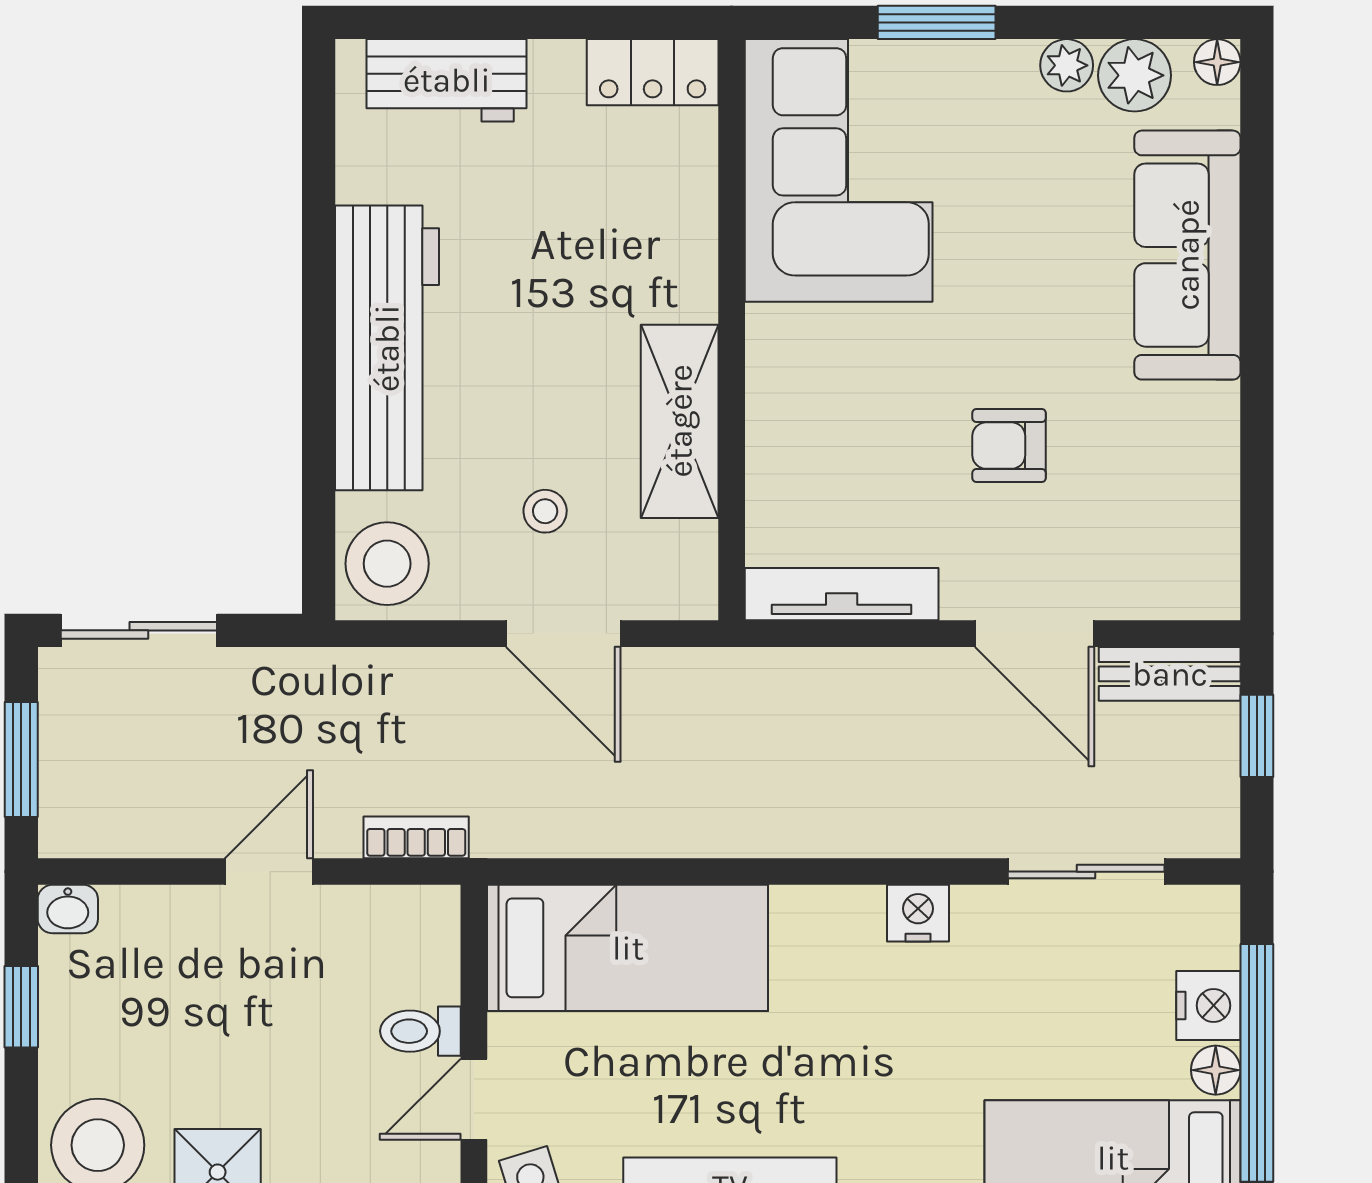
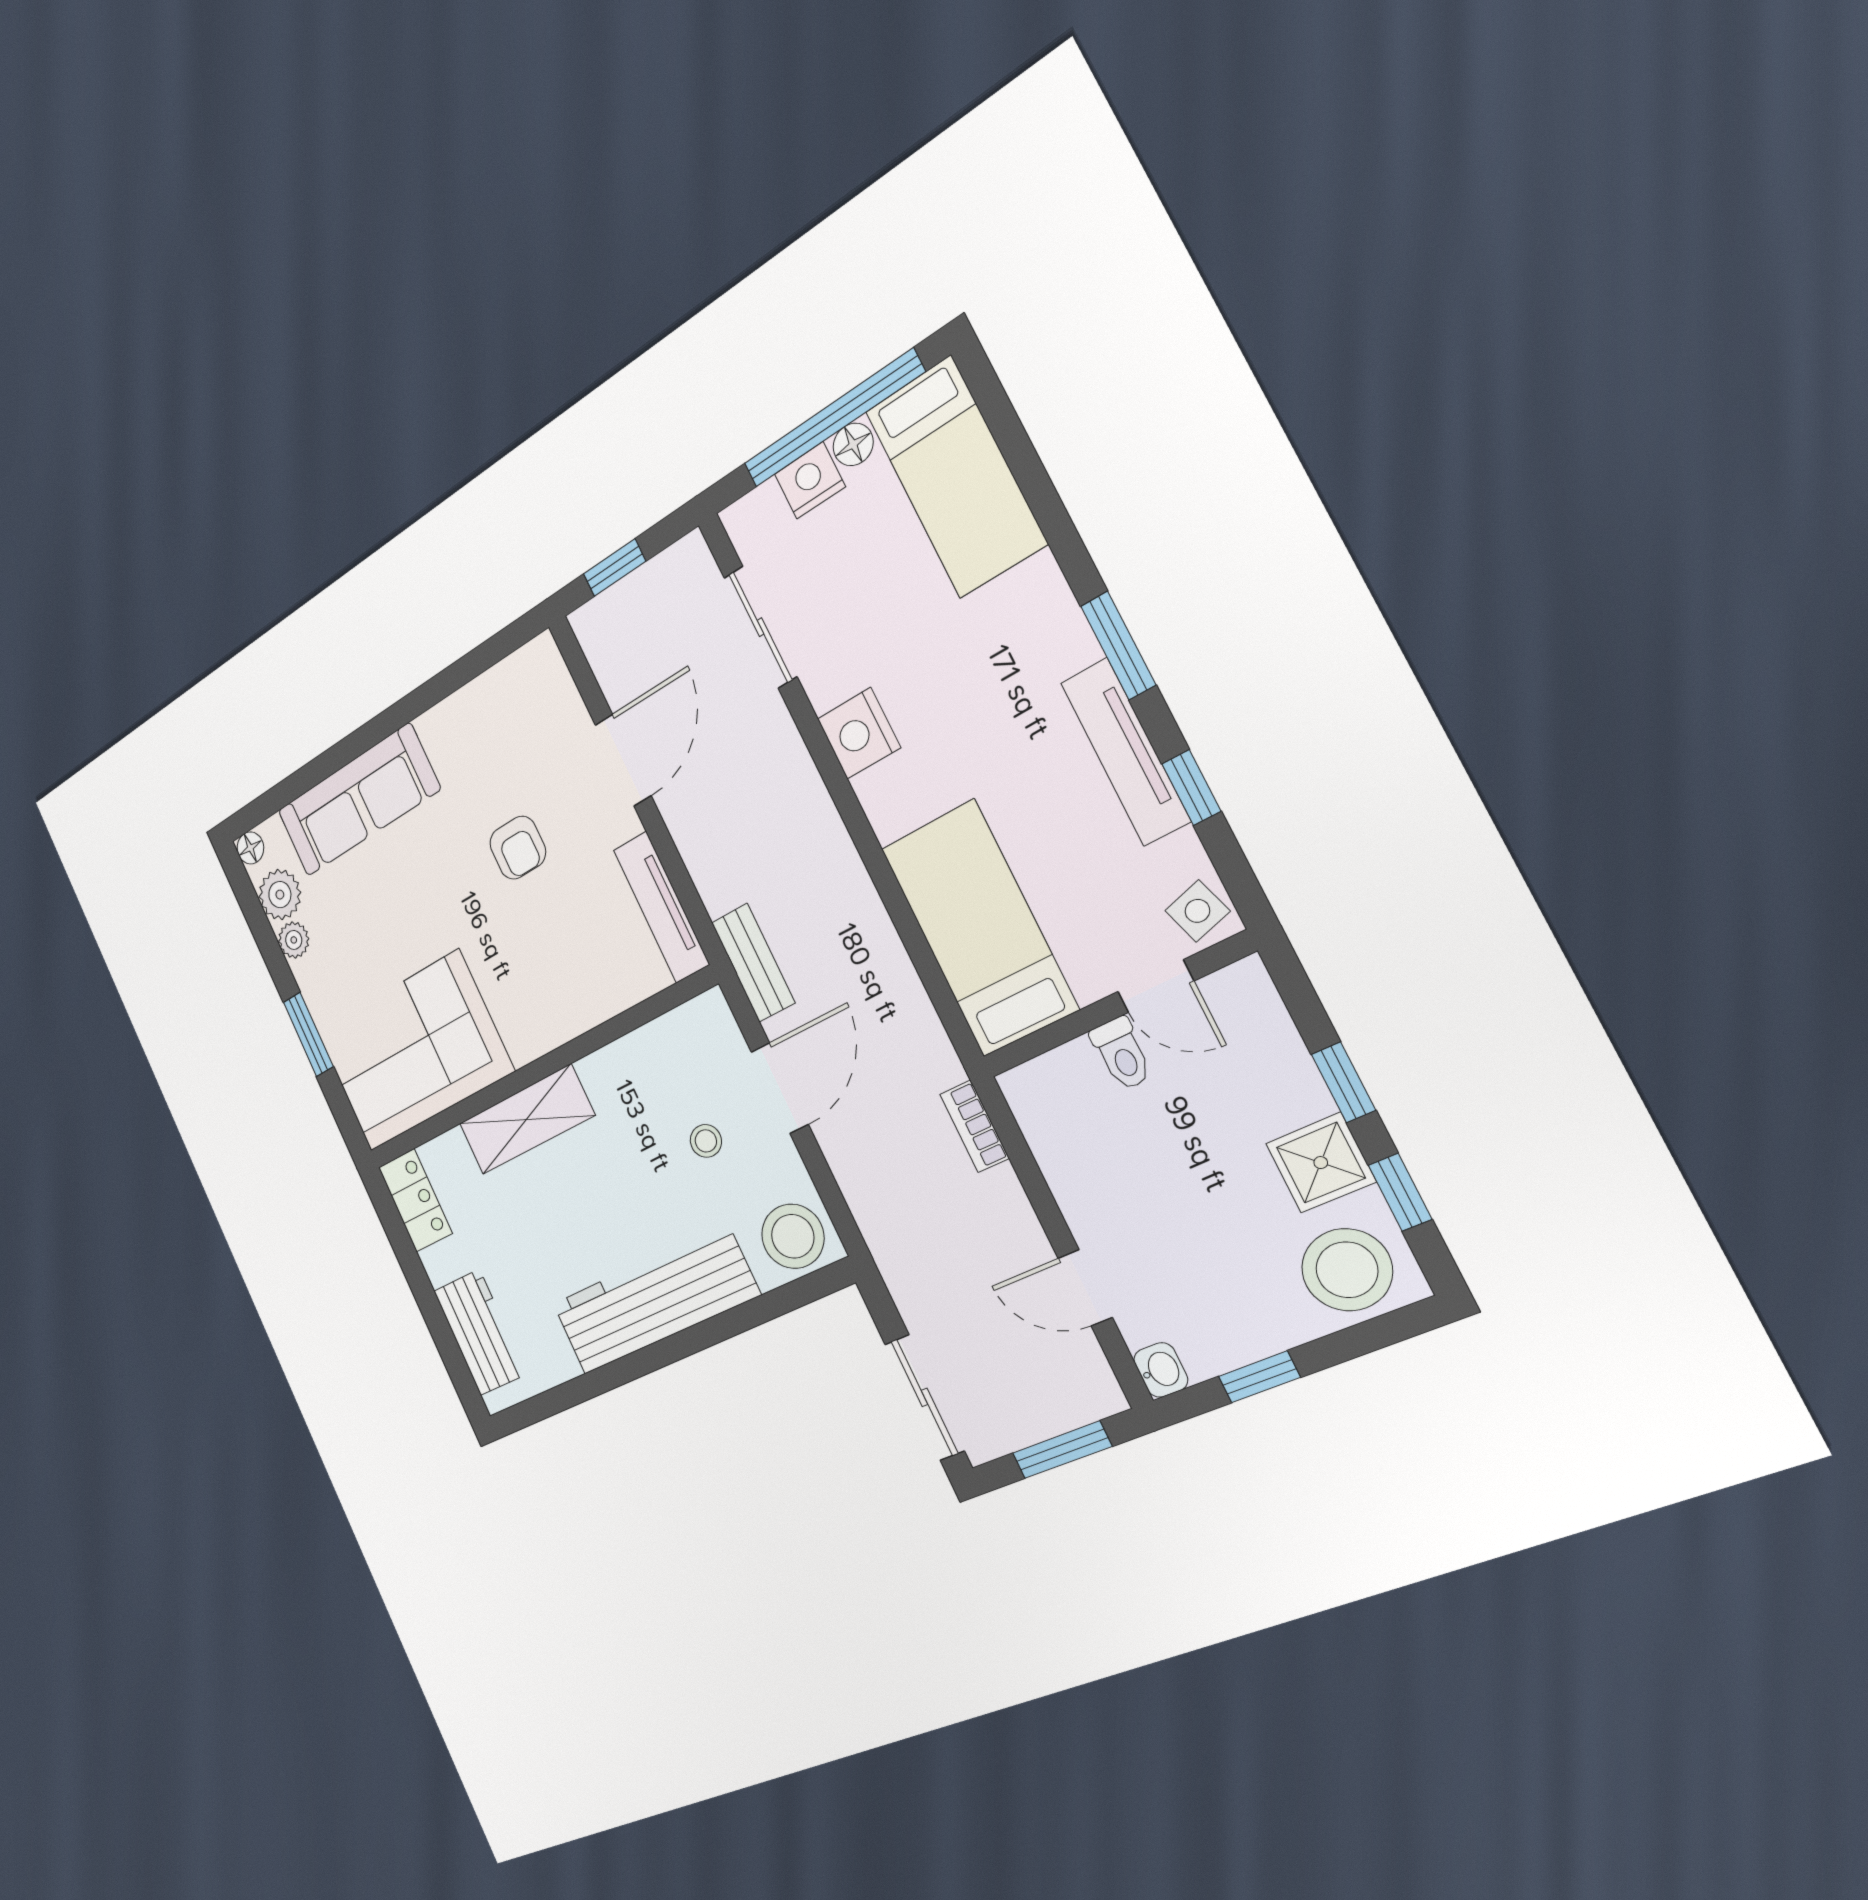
shelving: (680, 421) -> (526, 1120), moved
bench: (1170, 674) -> (753, 963), moved
door: (269, 872) -> (1085, 1288), moved
nightstand: (918, 913) -> (859, 733), width x1.36, depth x1.33

